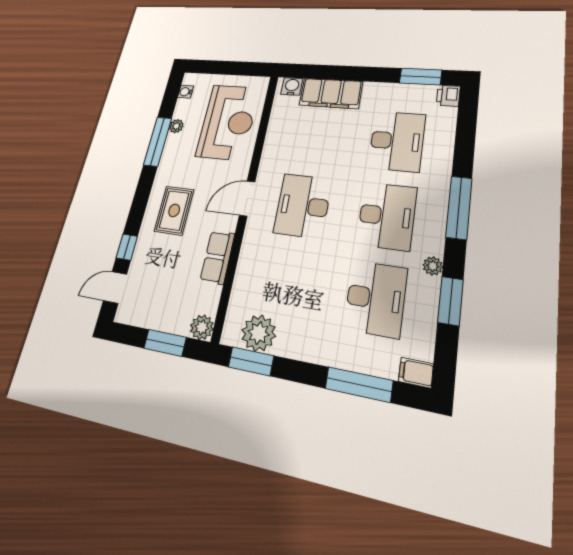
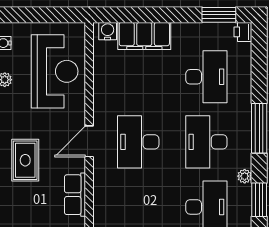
desk: (387, 216) -> (206, 142), turned 180

